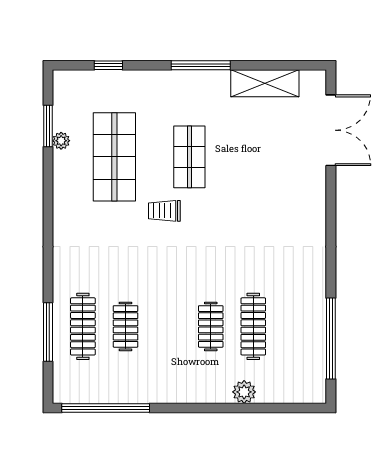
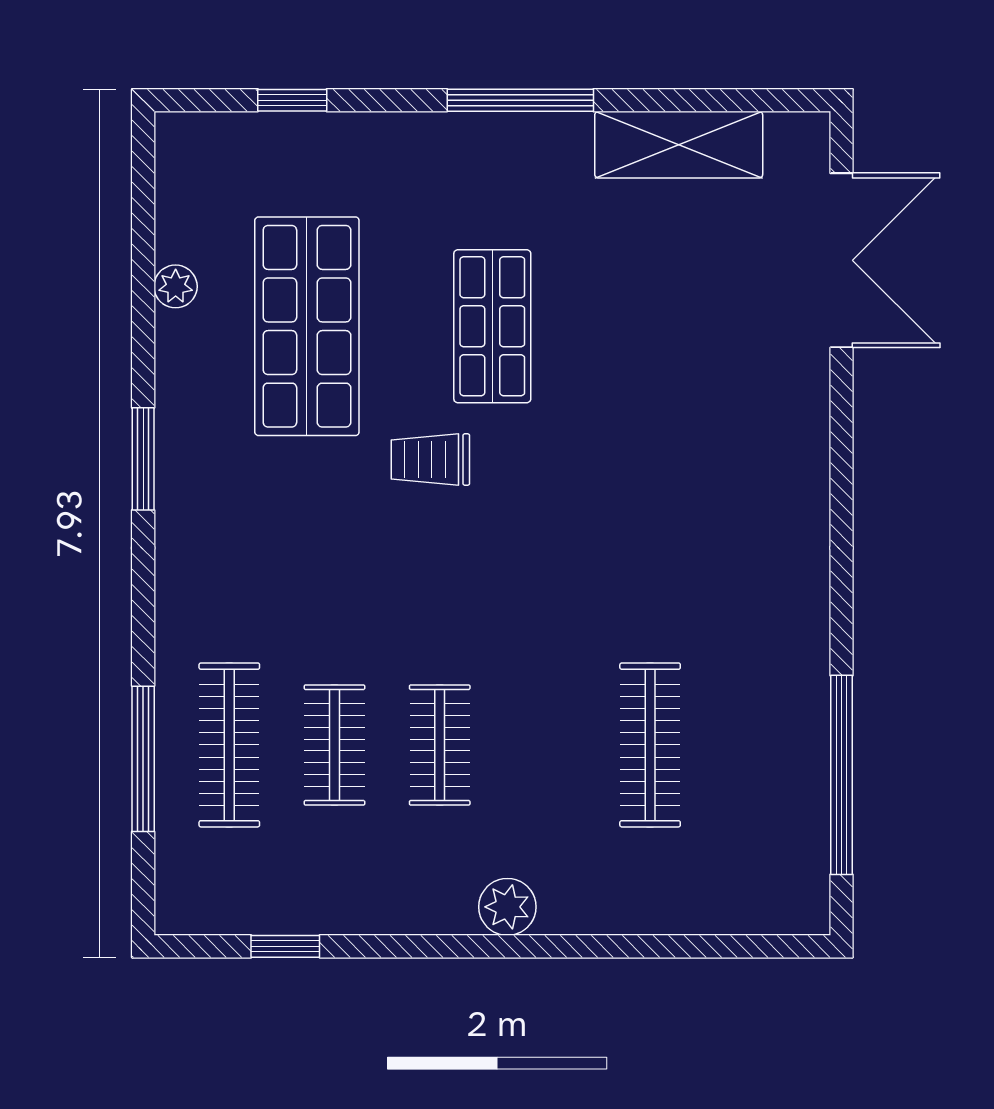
window: (48, 126) -> (143, 459), moved
clothes rail: (211, 326) -> (440, 745), moved
plant: (244, 392) -> (507, 907), moved
window: (106, 408) -> (285, 946), width x0.32

